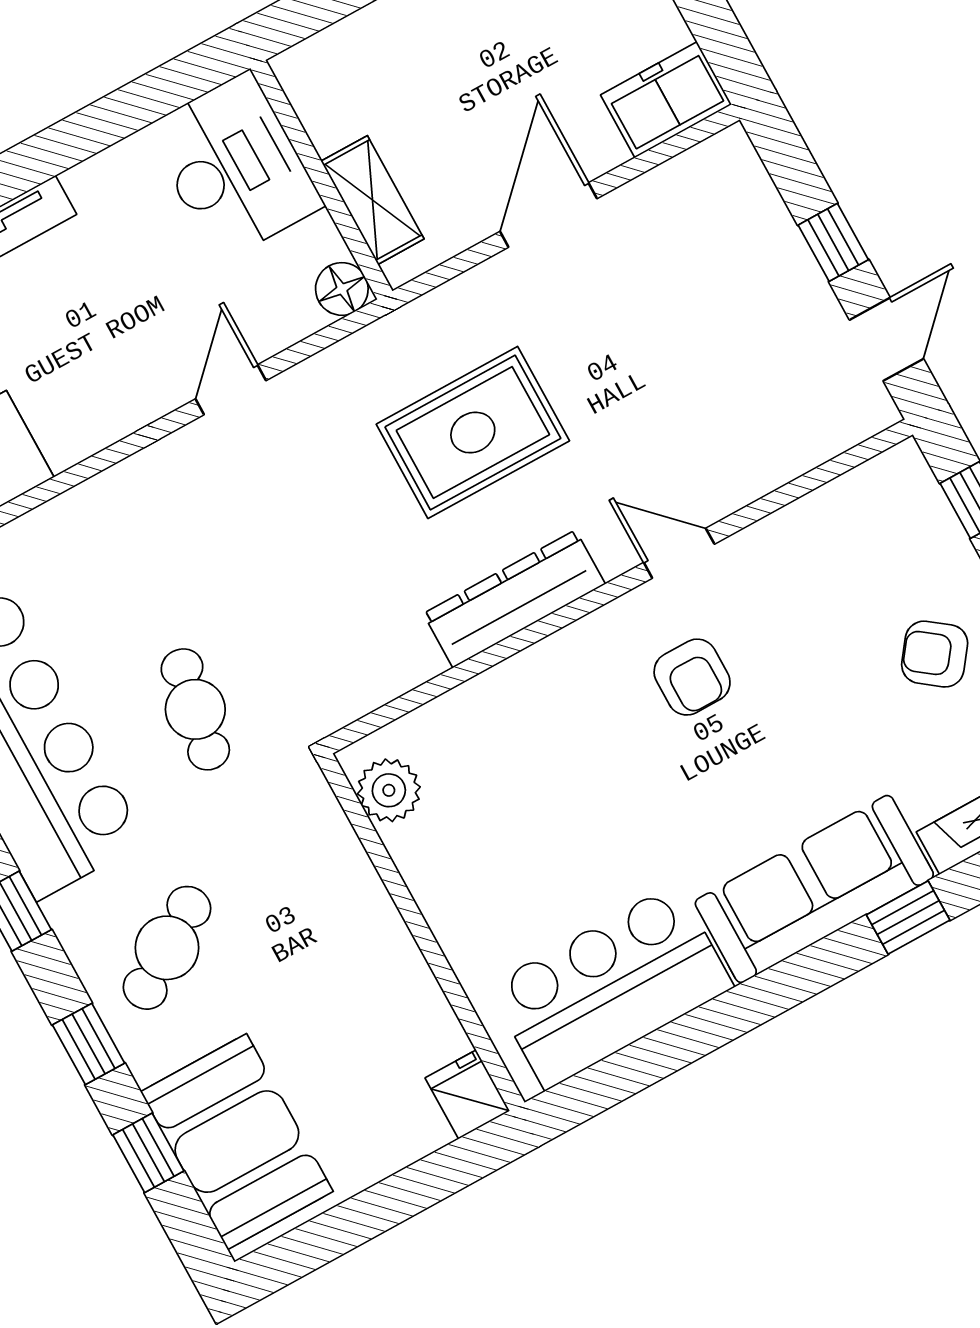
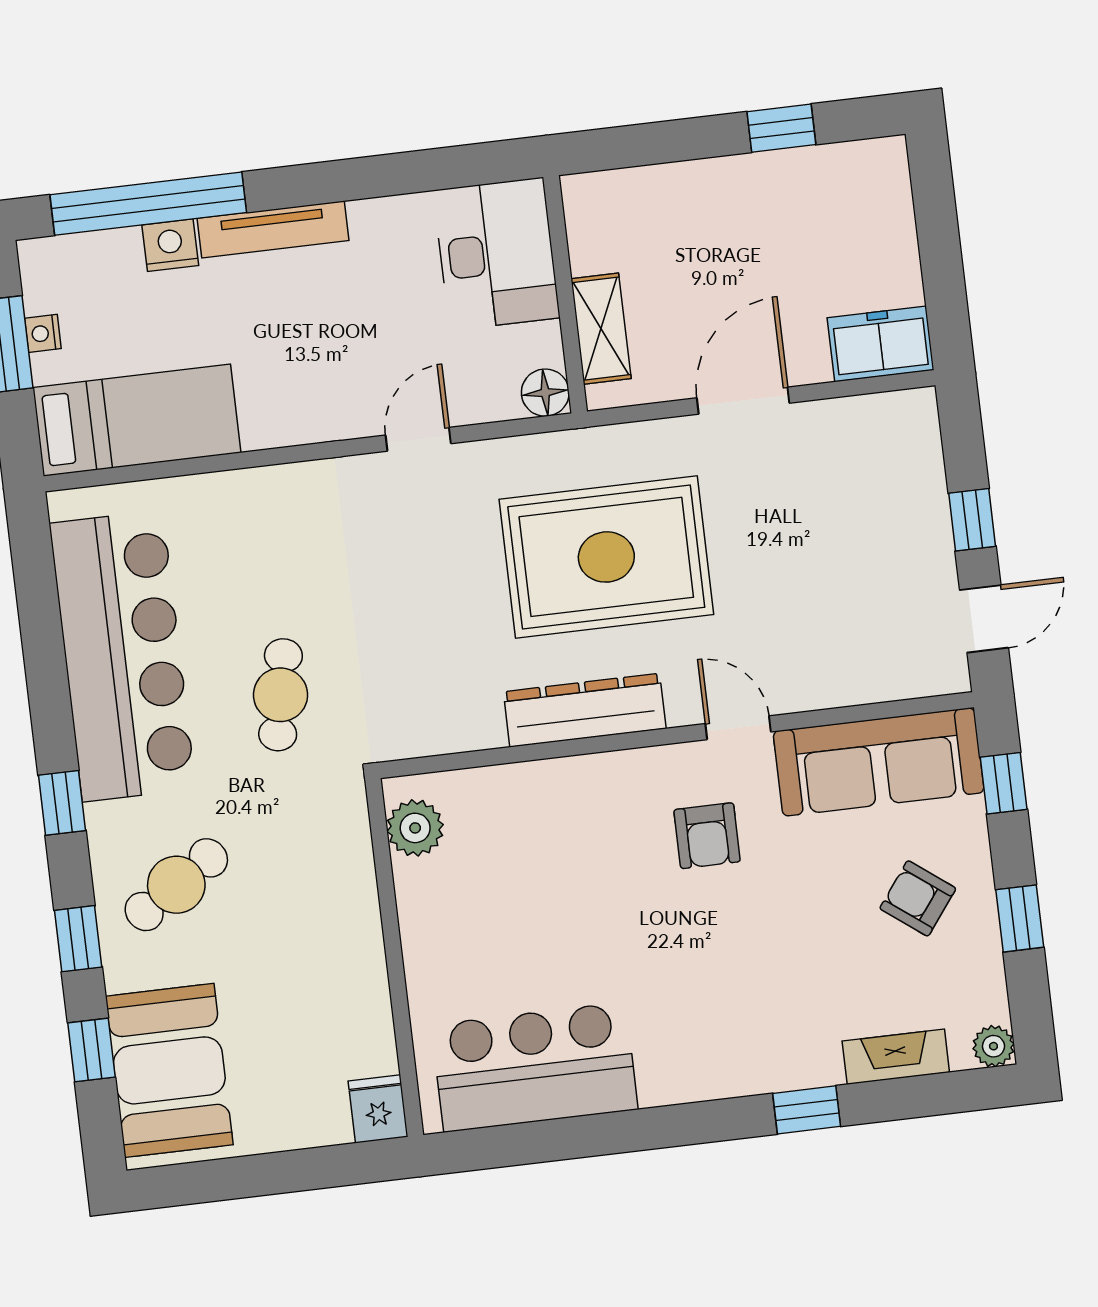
rug: (473, 433) -> (606, 557), width x1.37, depth x1.44
sofa: (814, 889) -> (879, 762), moved, turned 180

